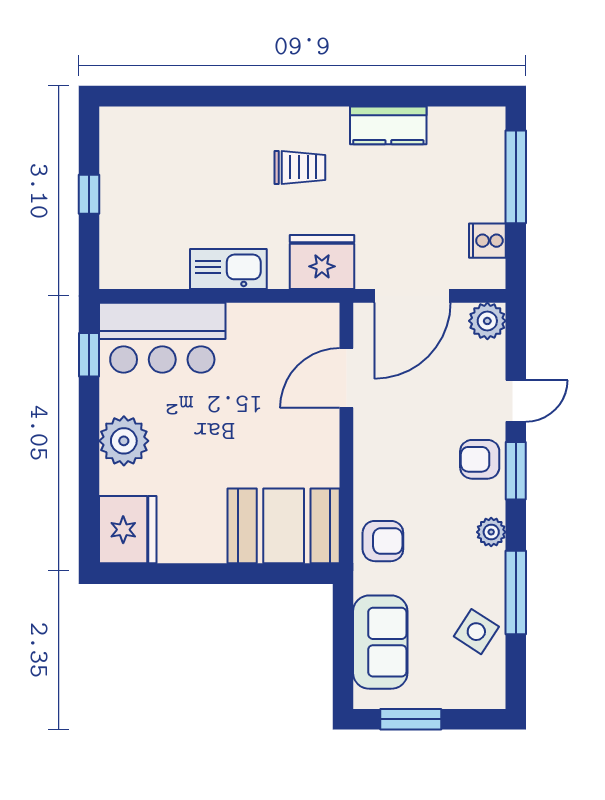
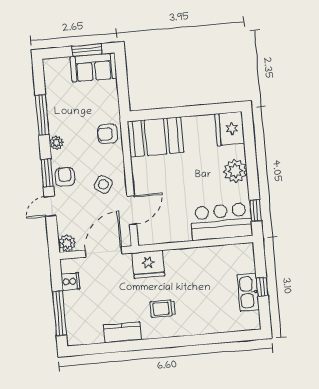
kitchen sink: (228, 269) -> (248, 292), moved, turned 90
armchair: (480, 459) -> (65, 177), turned -90
side table: (476, 632) -> (103, 184), moved
sofa: (380, 642) -> (94, 67), moved, turned -90

